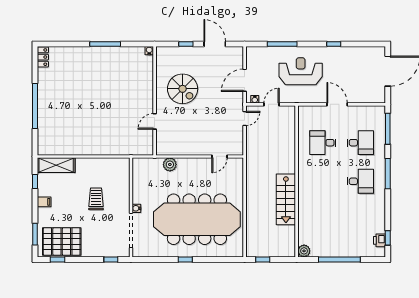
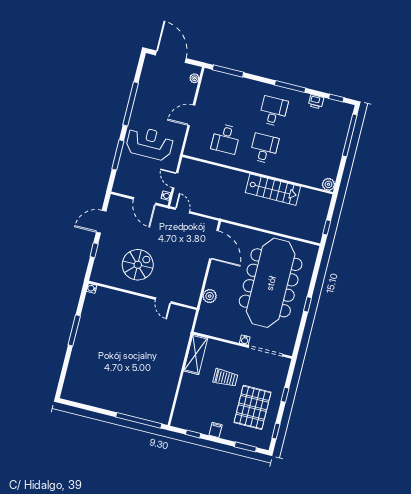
window: (334, 44) -> (131, 104), width x3.17
locker: (43, 57) -> (72, 395), removed
reception desk: (301, 71) -> (150, 143), turned 90
plant: (373, 99) -> (194, 78), added
window: (35, 106) -> (139, 420), moved
desk: (360, 143) -> (264, 148), moved
door: (220, 156) -> (214, 245), width x1.87
shelving: (56, 165) -> (196, 354), moved
window: (388, 174) -> (290, 87), moved
trolley: (96, 199) -> (225, 378), turned 180
printer: (380, 240) -> (316, 102), moved
pallet: (62, 241) -> (252, 407), moved
window: (111, 259) -> (285, 395), moved
window: (339, 259) -> (350, 135), moved

